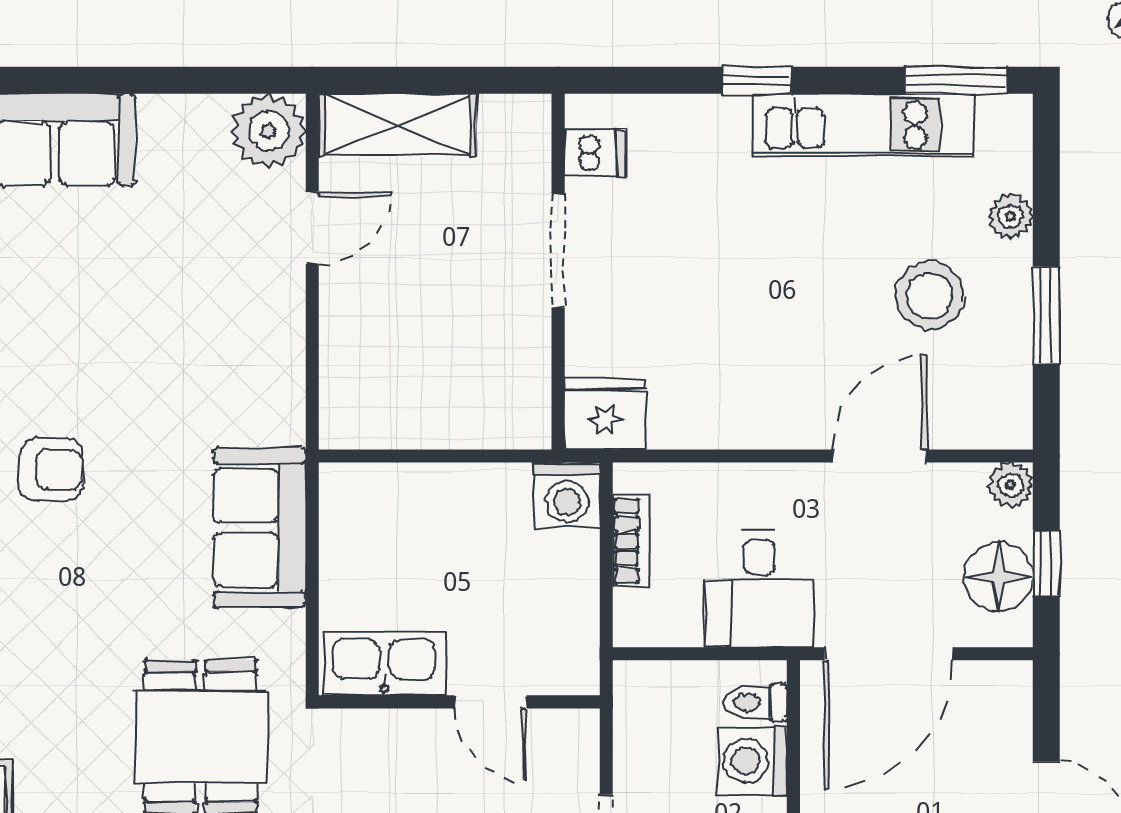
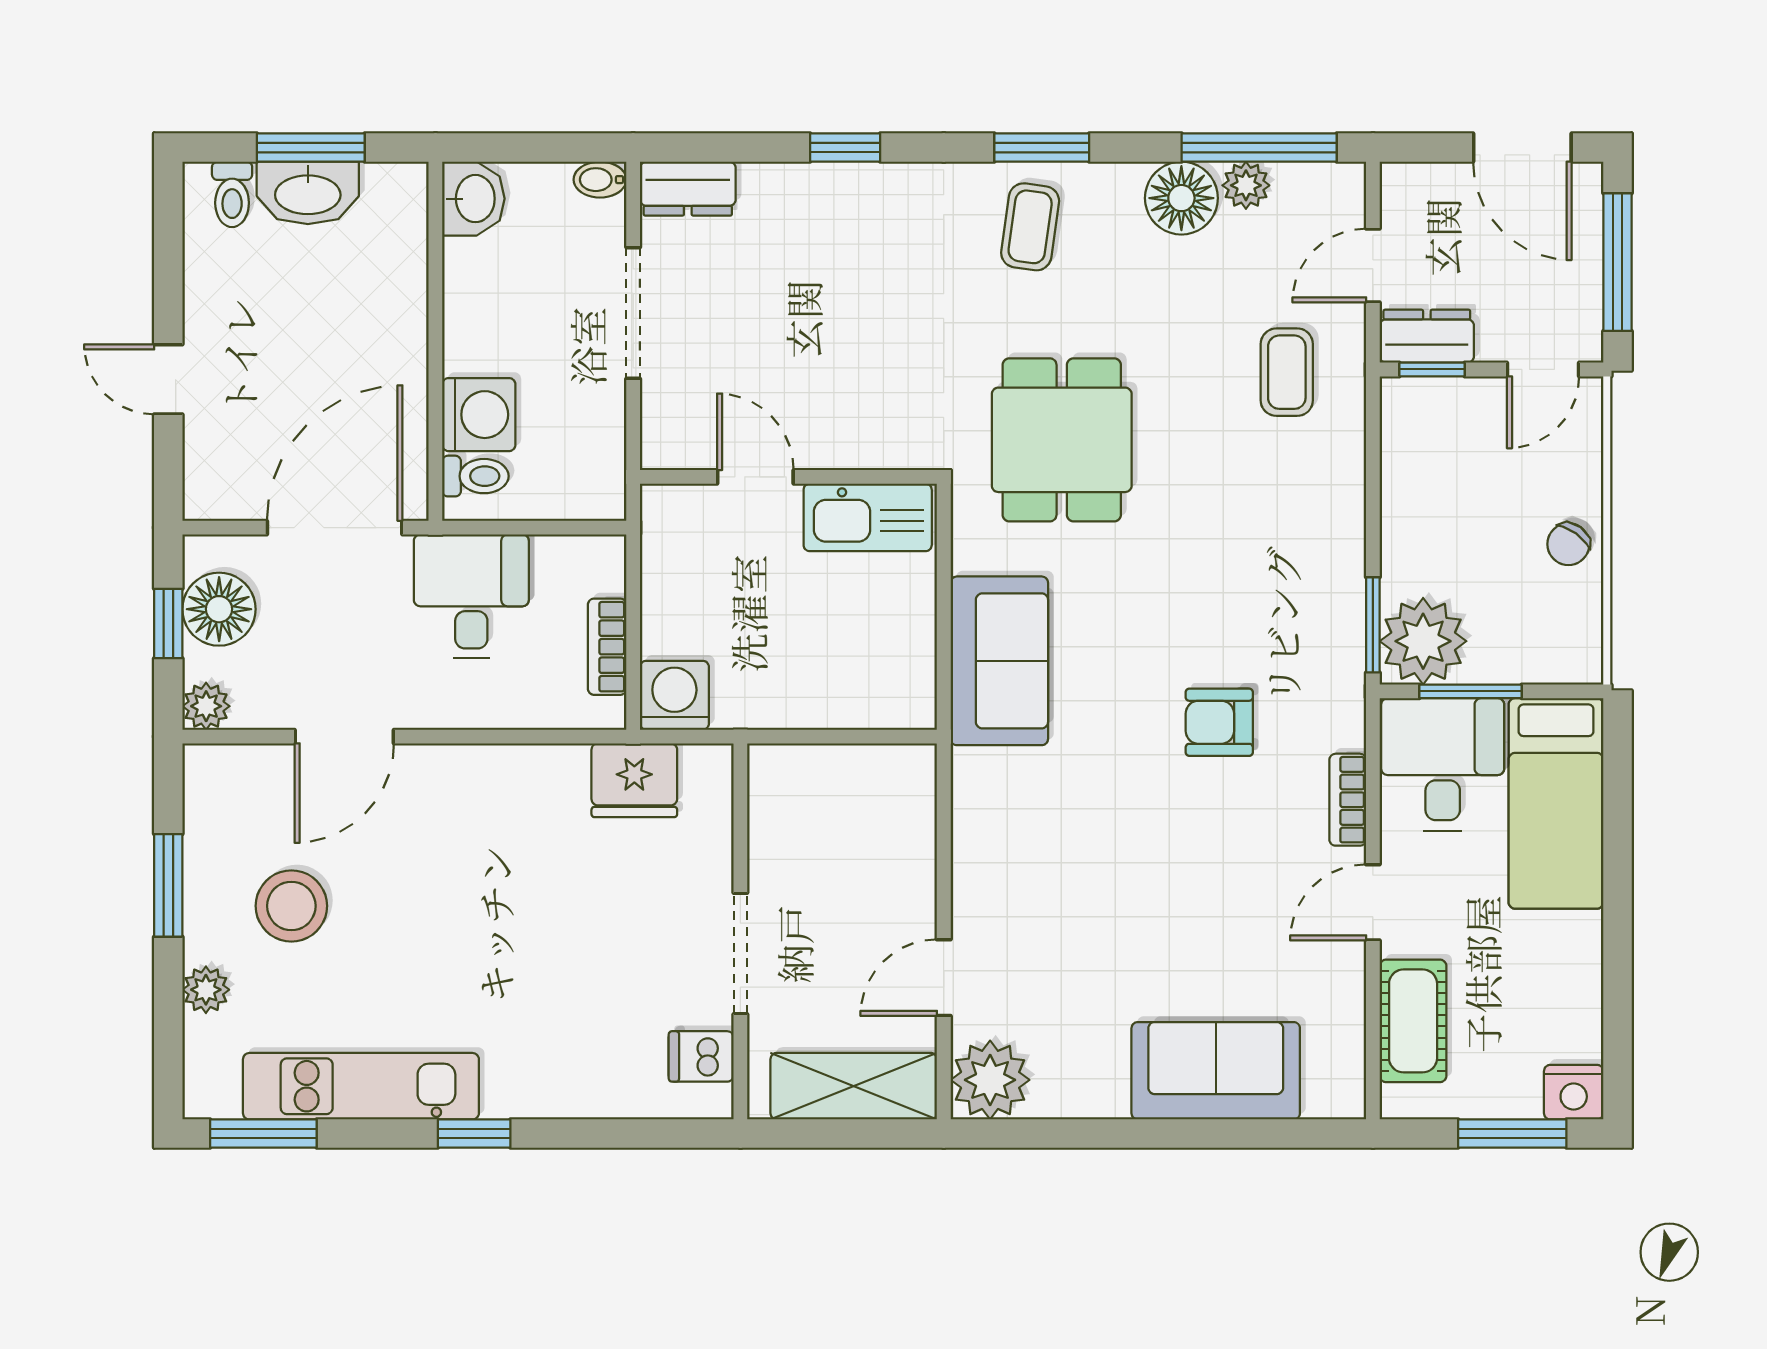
dishwasher: (595, 153) -> (701, 1056), moved
doorway: (558, 251) -> (740, 954), moved
wall: (558, 272) -> (740, 931), moved

